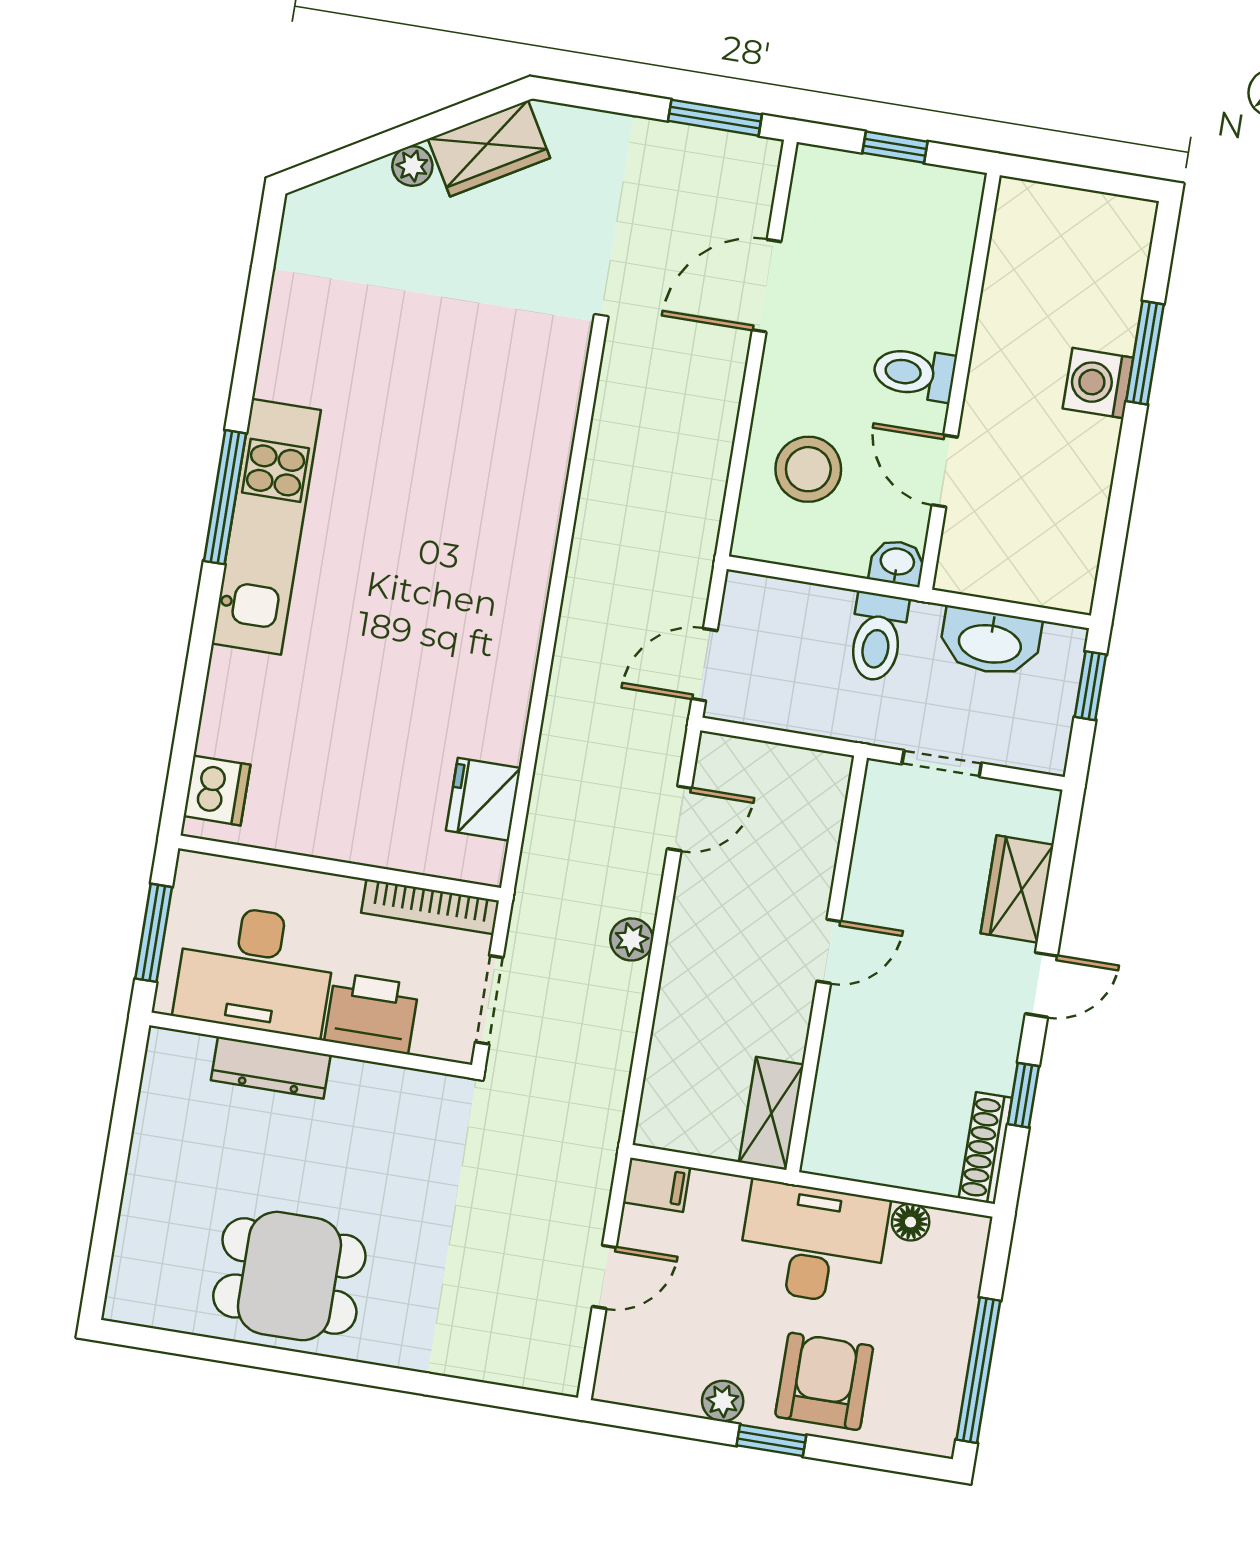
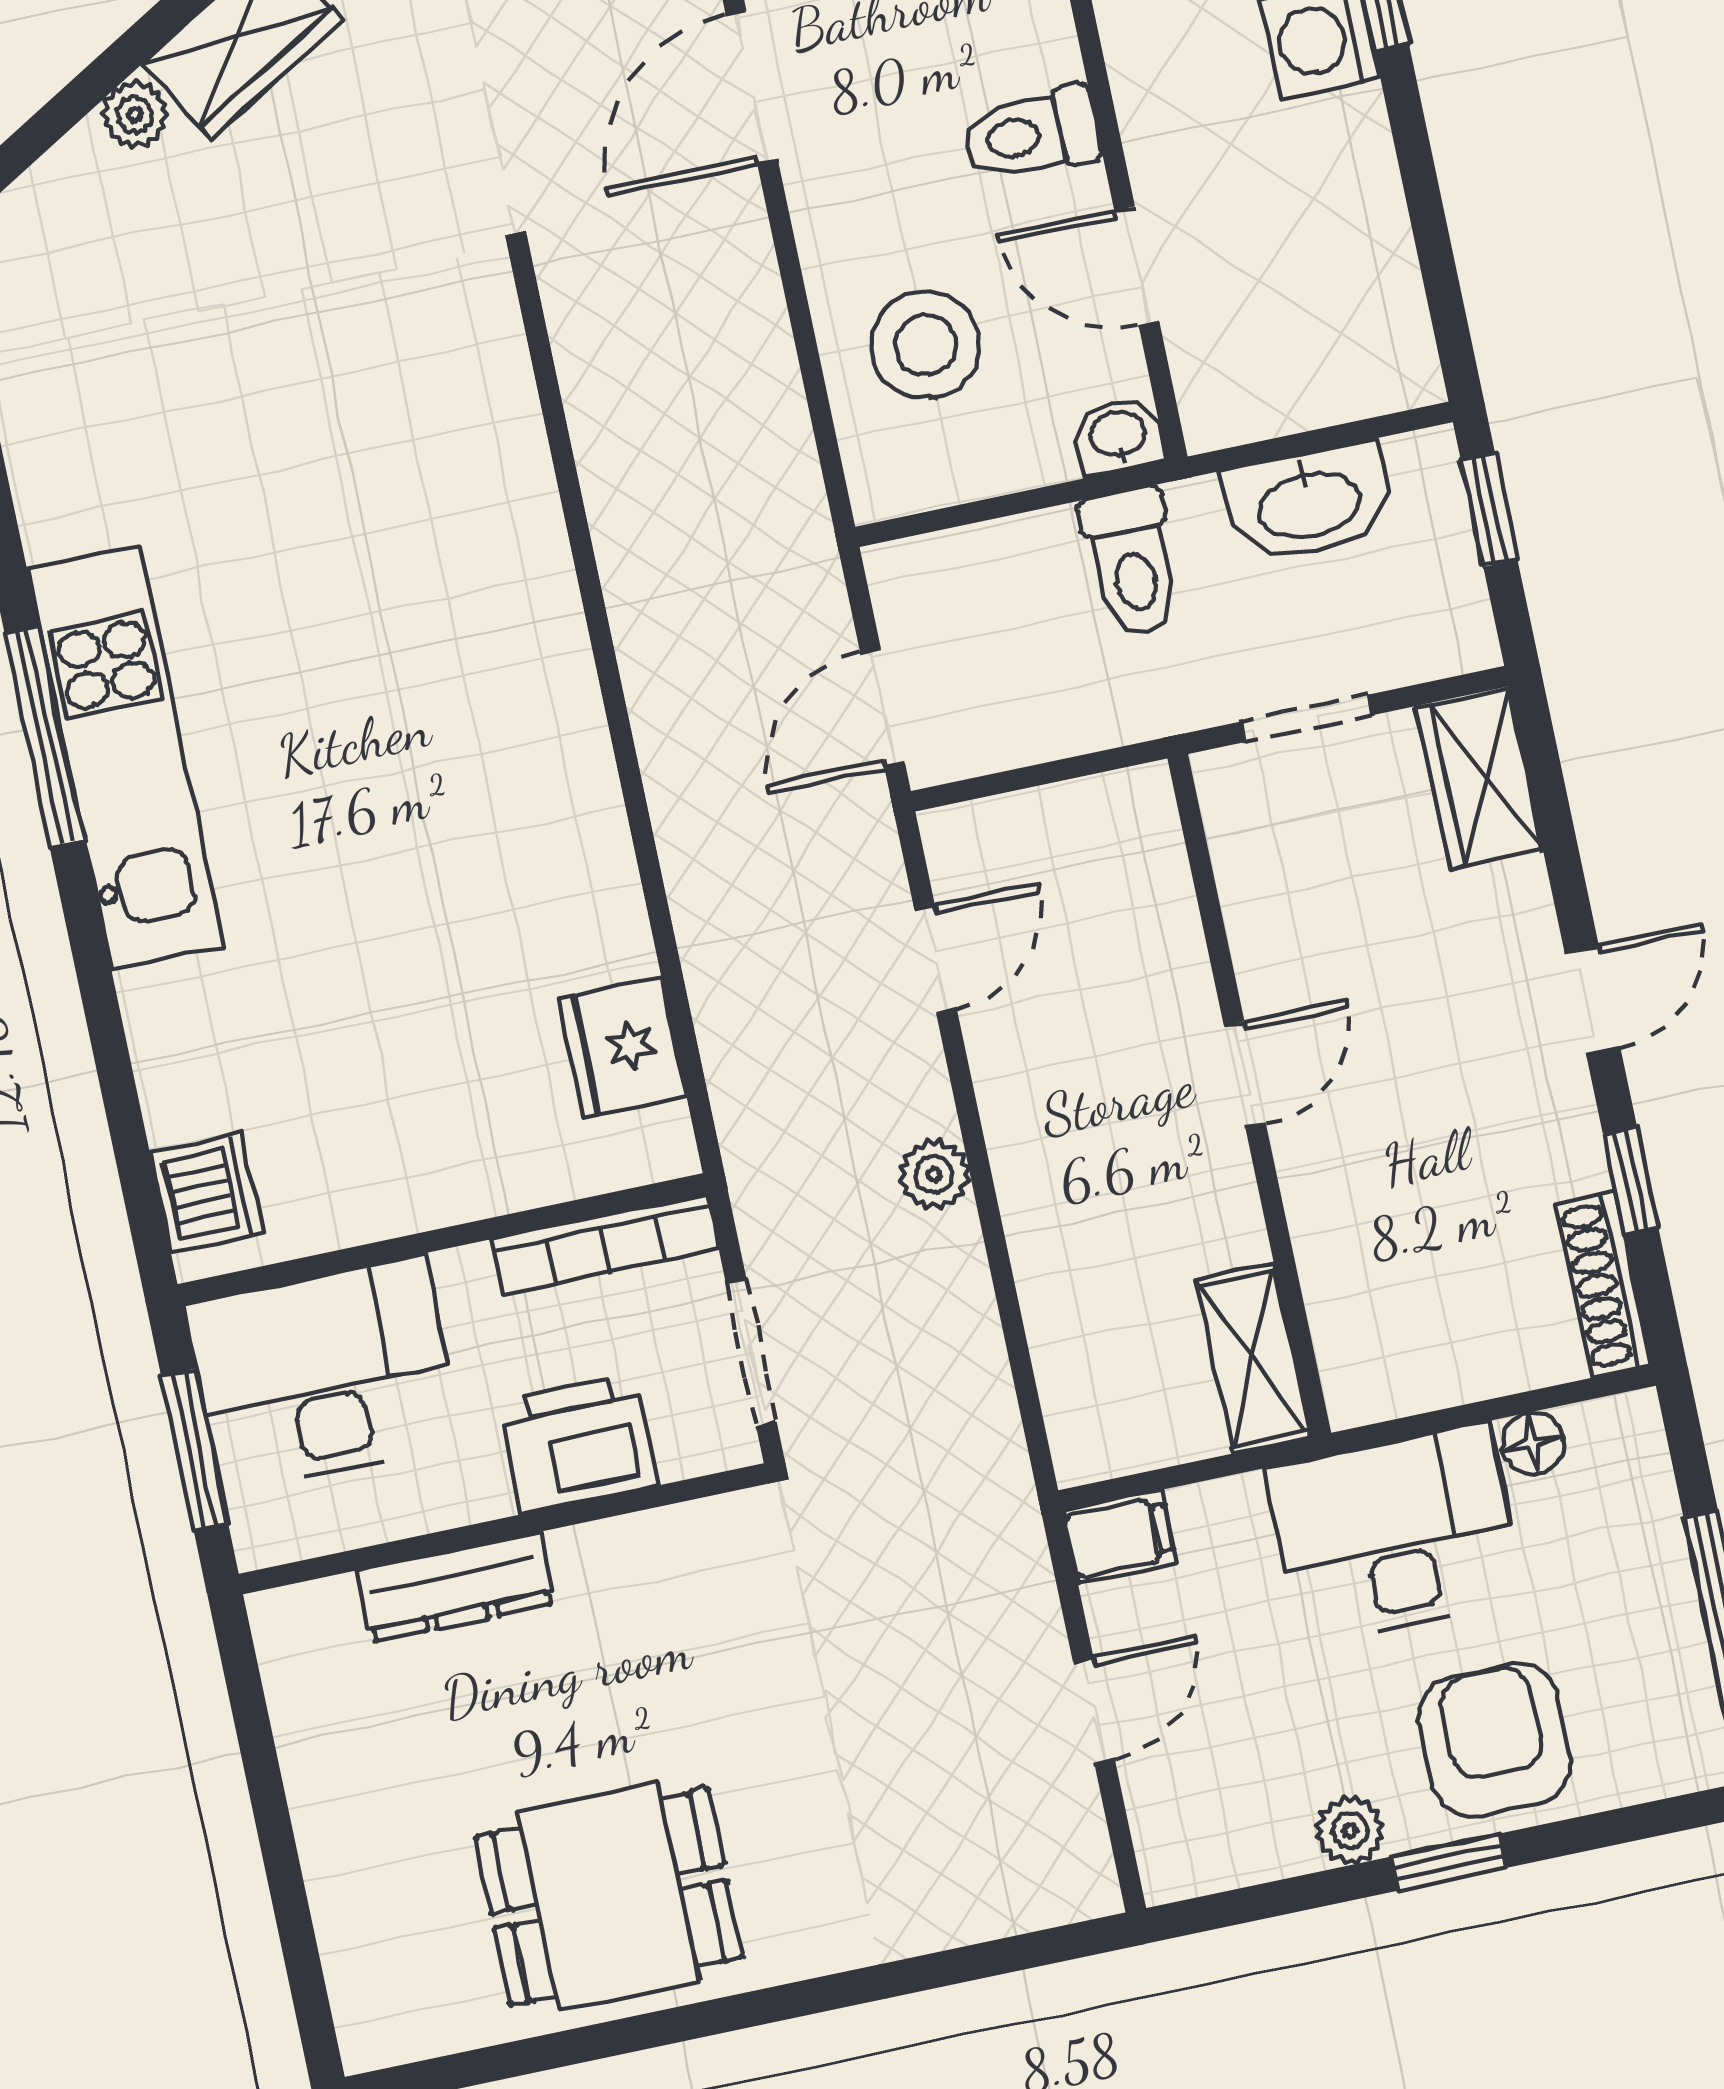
wardrobe: (1017, 889) -> (1479, 779), moved
desk: (255, 970) -> (323, 1374), moved, turned 180

